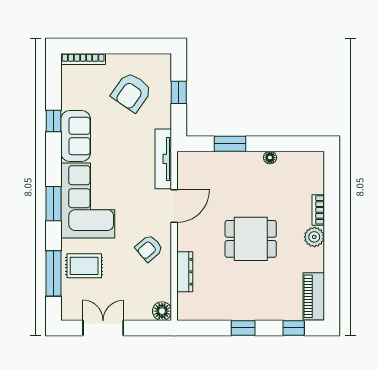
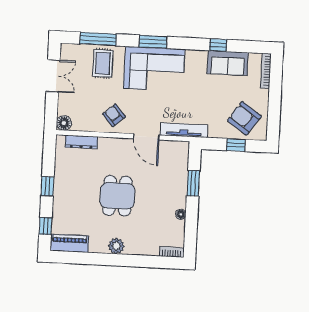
armchair: (132, 92) -> (244, 118), moved
sofa: (76, 136) -> (228, 63), moved
bookcase: (318, 210) -> (172, 252), moved
dresser: (185, 272) -> (81, 142), moved

